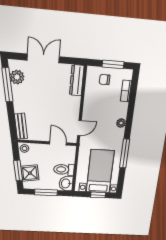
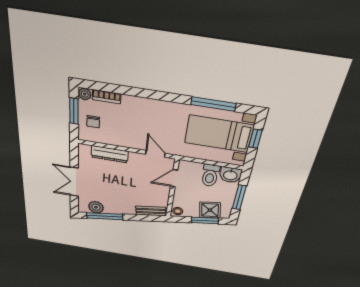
dresser: (77, 80) -> (110, 154), moved
plant: (121, 123) -> (85, 94), moved
window: (125, 153) -> (213, 104), moved

